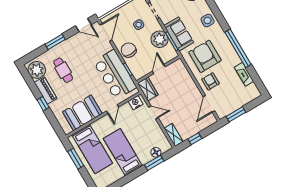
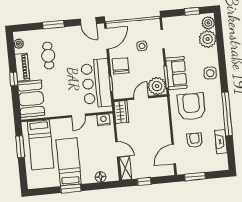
plant: (160, 39) -> (157, 86), moved
plant: (37, 70) -> (19, 44), width x0.53, depth x0.53
armchair: (210, 81) -> (195, 140), moved
door: (153, 112) -> (117, 149), moved
booth: (82, 113) -> (31, 99), moved, turned 90
window: (154, 163) -> (71, 189), moved

